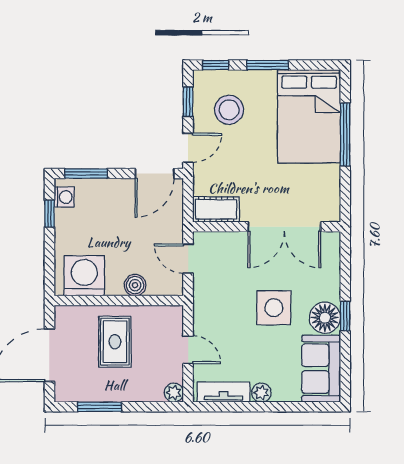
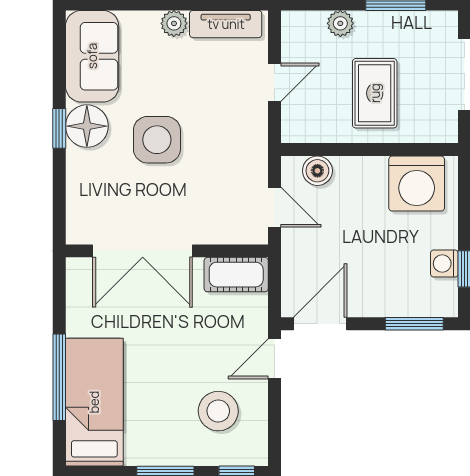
window: (188, 102) -> (274, 422), removed
bed: (309, 116) -> (94, 402), width x0.67
washing machine: (64, 197) -> (444, 264), moved
double door: (284, 227) -> (143, 251), swing flipped
boiler: (135, 285) -> (317, 171), moved
door: (188, 350) -> (274, 82), swing flipped
plant: (174, 393) -> (340, 23), moved

